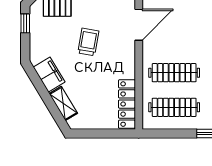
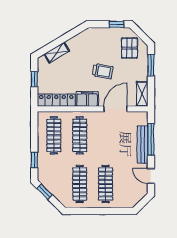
door: (139, 25) -> (115, 109), swing flipped
filing cabinet: (49, 75) -> (87, 99), moved, turned -149
window: (99, 133) -> (34, 79), added

